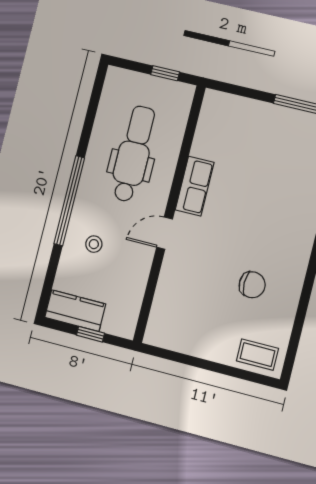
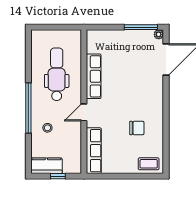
window: (165, 73) -> (63, 27), removed
row of seats: (195, 186) -> (94, 76), width x1.48
row of seats: (165, 305) -> (94, 151), added

